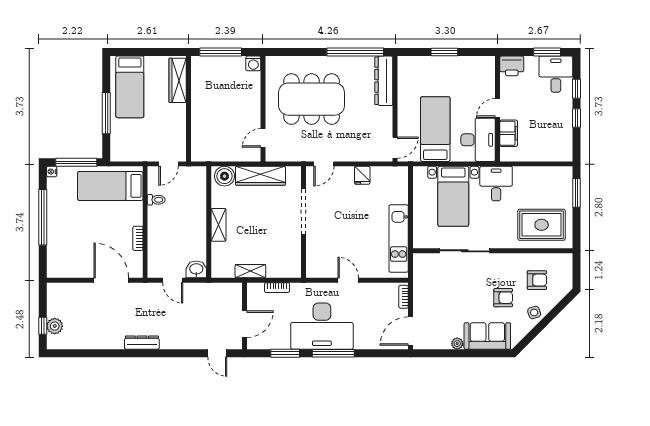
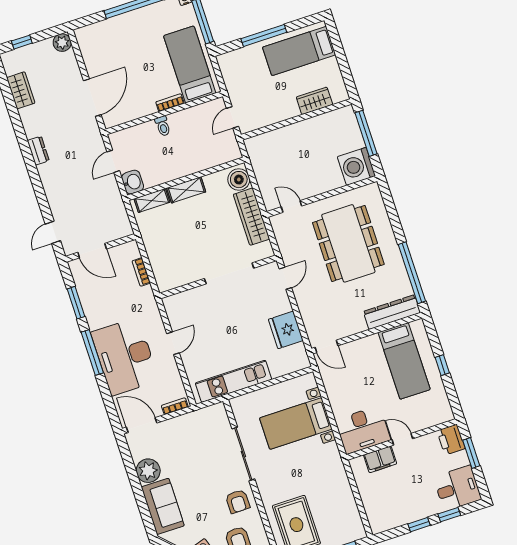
window: (444, 52) -> (442, 365), width x0.67
window: (547, 52) -> (471, 453), moved
washing machine: (253, 63) -> (356, 166), width x1.89, depth x1.89
wardrobe: (178, 80) -> (314, 101), width x0.67
bed: (435, 129) -> (404, 361), moved, turned 90
door: (169, 164) -> (232, 117), hinge flipped
door: (324, 164) -> (285, 278), swing flipped
fridge: (362, 175) -> (286, 330), width x1.88, depth x1.34
desk: (496, 184) -> (324, 464), removed
toilet: (156, 200) -> (163, 126), moved
bookcase: (138, 238) -> (170, 103), moved
shelving: (250, 271) -> (152, 200), moved, turned 90
armchair: (503, 298) -> (238, 501), moved
plant: (55, 326) -> (62, 43), moved
desk: (322, 326) -> (125, 357), moved
wardrobe: (84, 340) -> (21, 90), added
dresser: (142, 343) -> (38, 151), width x0.70
plant: (457, 344) -> (148, 471), width x1.87, depth x1.87

